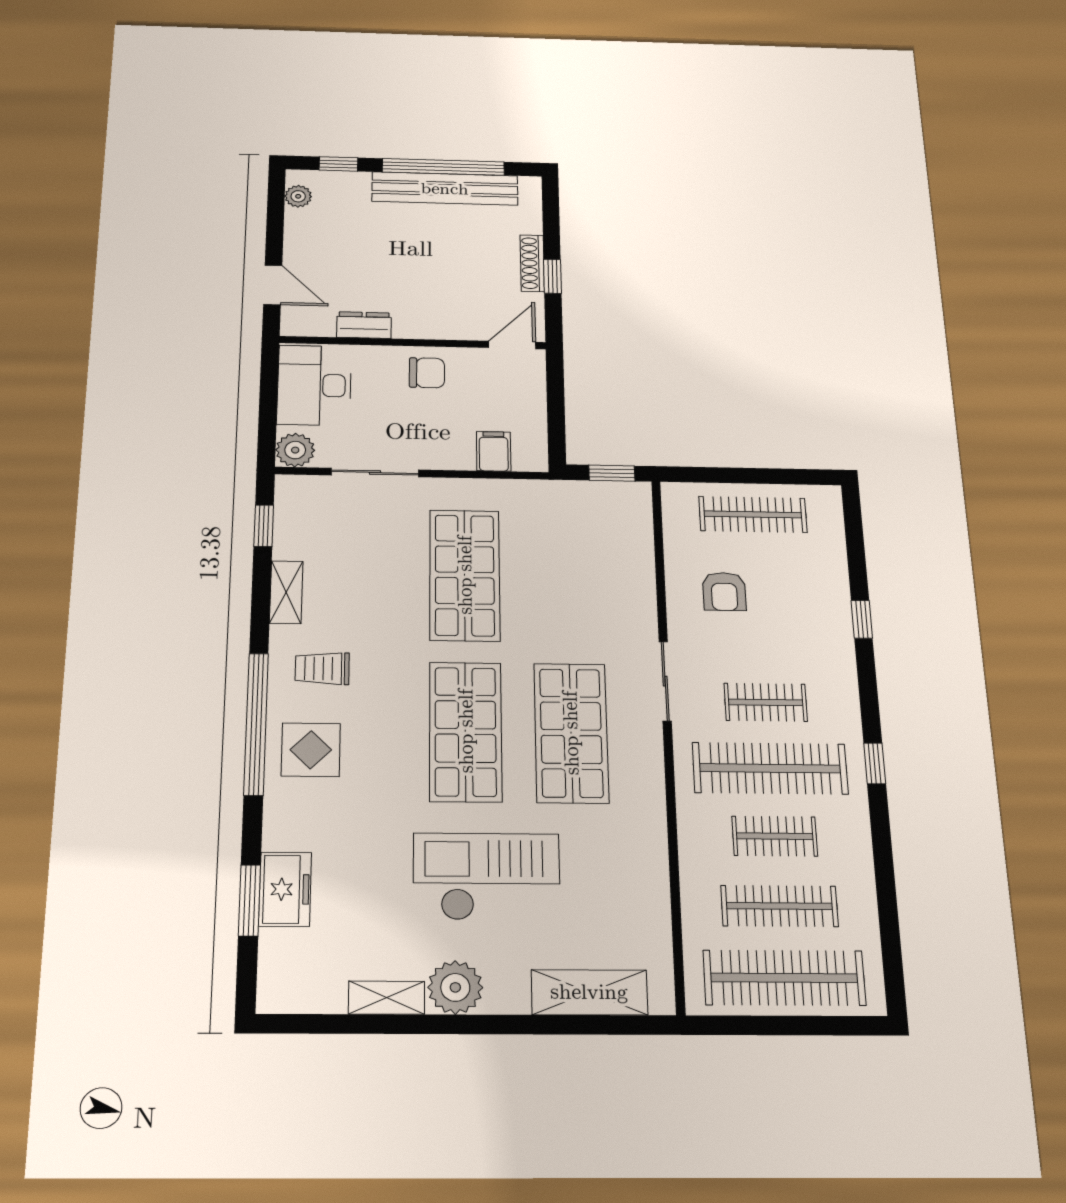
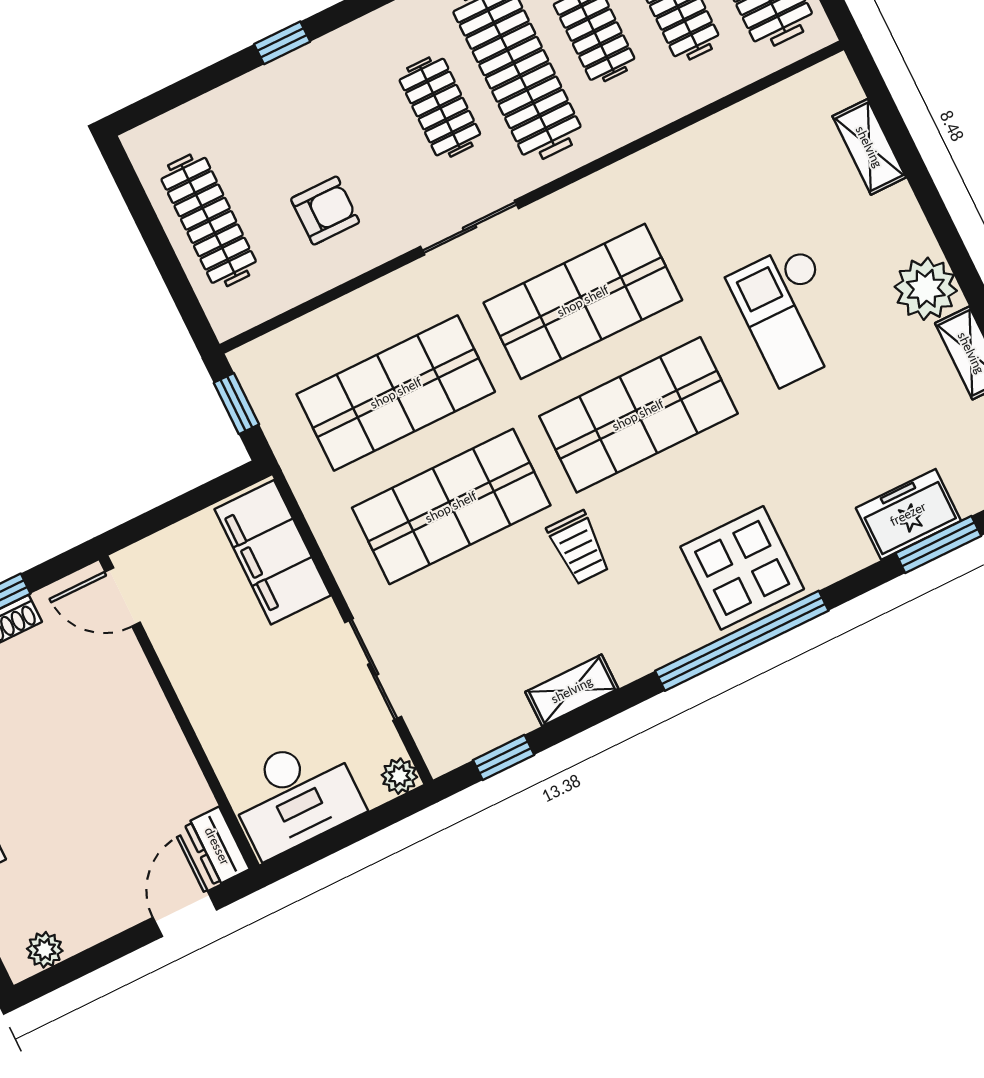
dresser: (364, 325) -> (217, 846), moved
chair: (427, 373) -> (212, 676), removed
plant: (295, 450) -> (399, 776), width x0.73, depth x0.73
filing cabinet: (494, 451) -> (273, 552), width x3.00, depth x1.17
shop shelf: (567, 577) -> (396, 393), added
trolley: (322, 668) -> (579, 548), moved
display table: (311, 750) -> (742, 568), width x1.36, depth x1.36
checkout: (487, 877) -> (791, 314), width x0.73, depth x0.83
shelving: (589, 992) -> (869, 147), width x0.67, depth x0.75

